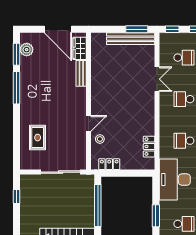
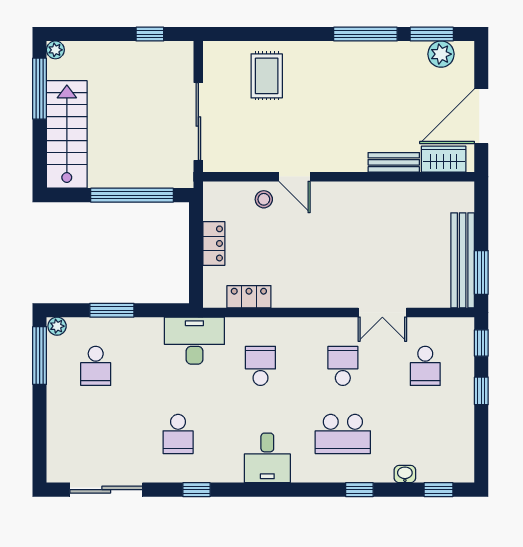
rug: (38, 138) -> (267, 76), turned 90
locker: (109, 164) -> (214, 243), moved
desk: (175, 180) -> (194, 341), width x0.73, depth x0.77

